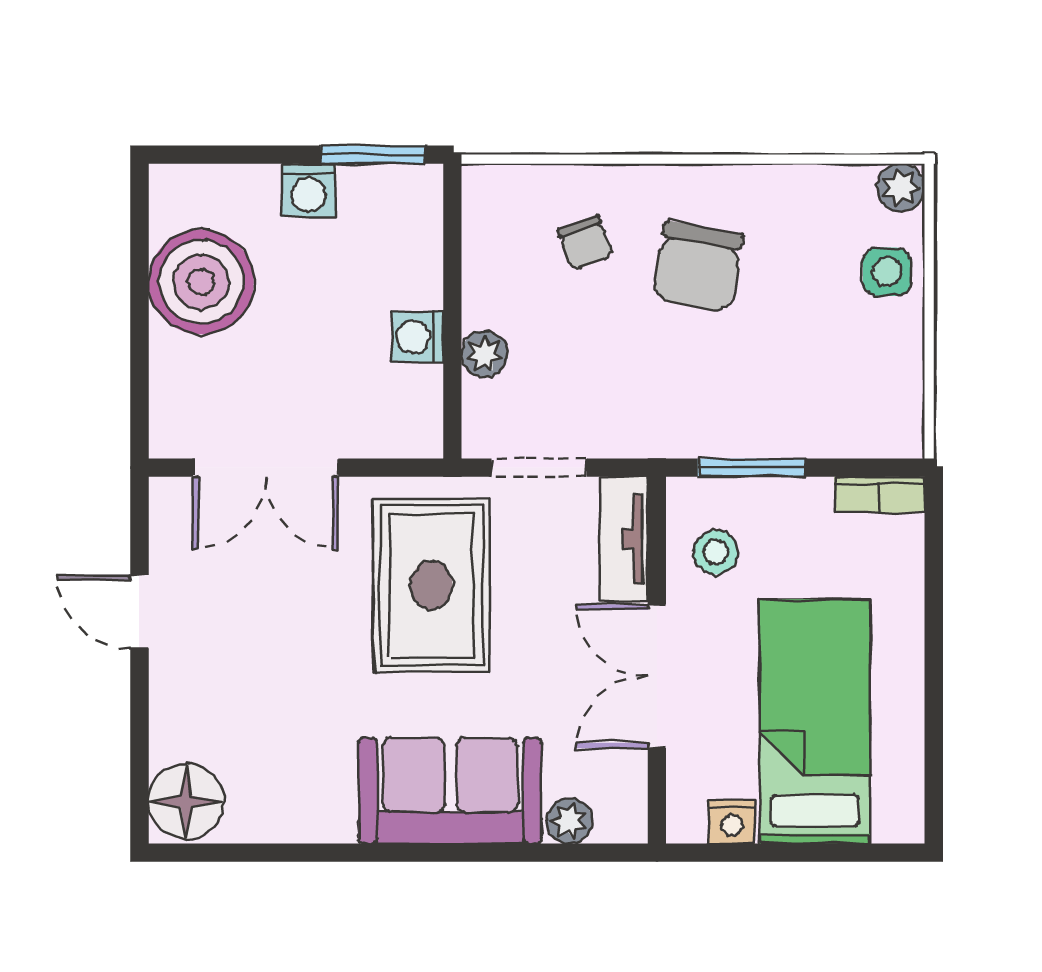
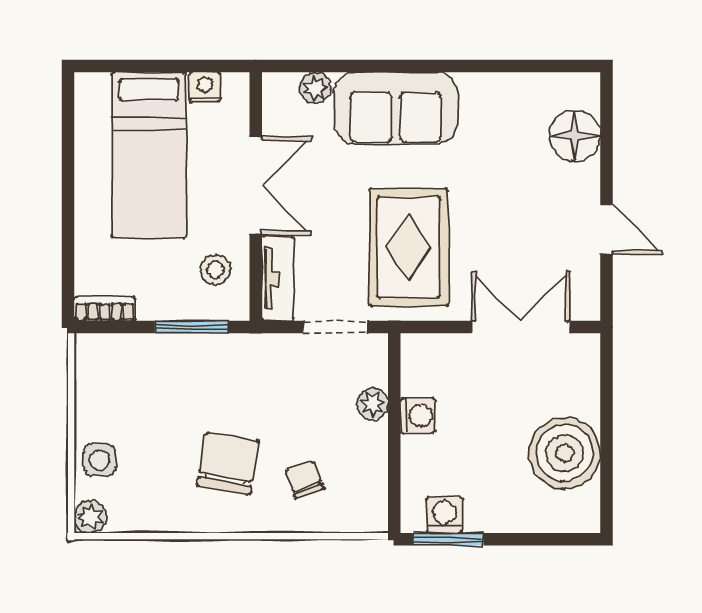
washing machine: (309, 190) -> (445, 515), moved
floor lamp: (186, 801) -> (575, 136), moved

